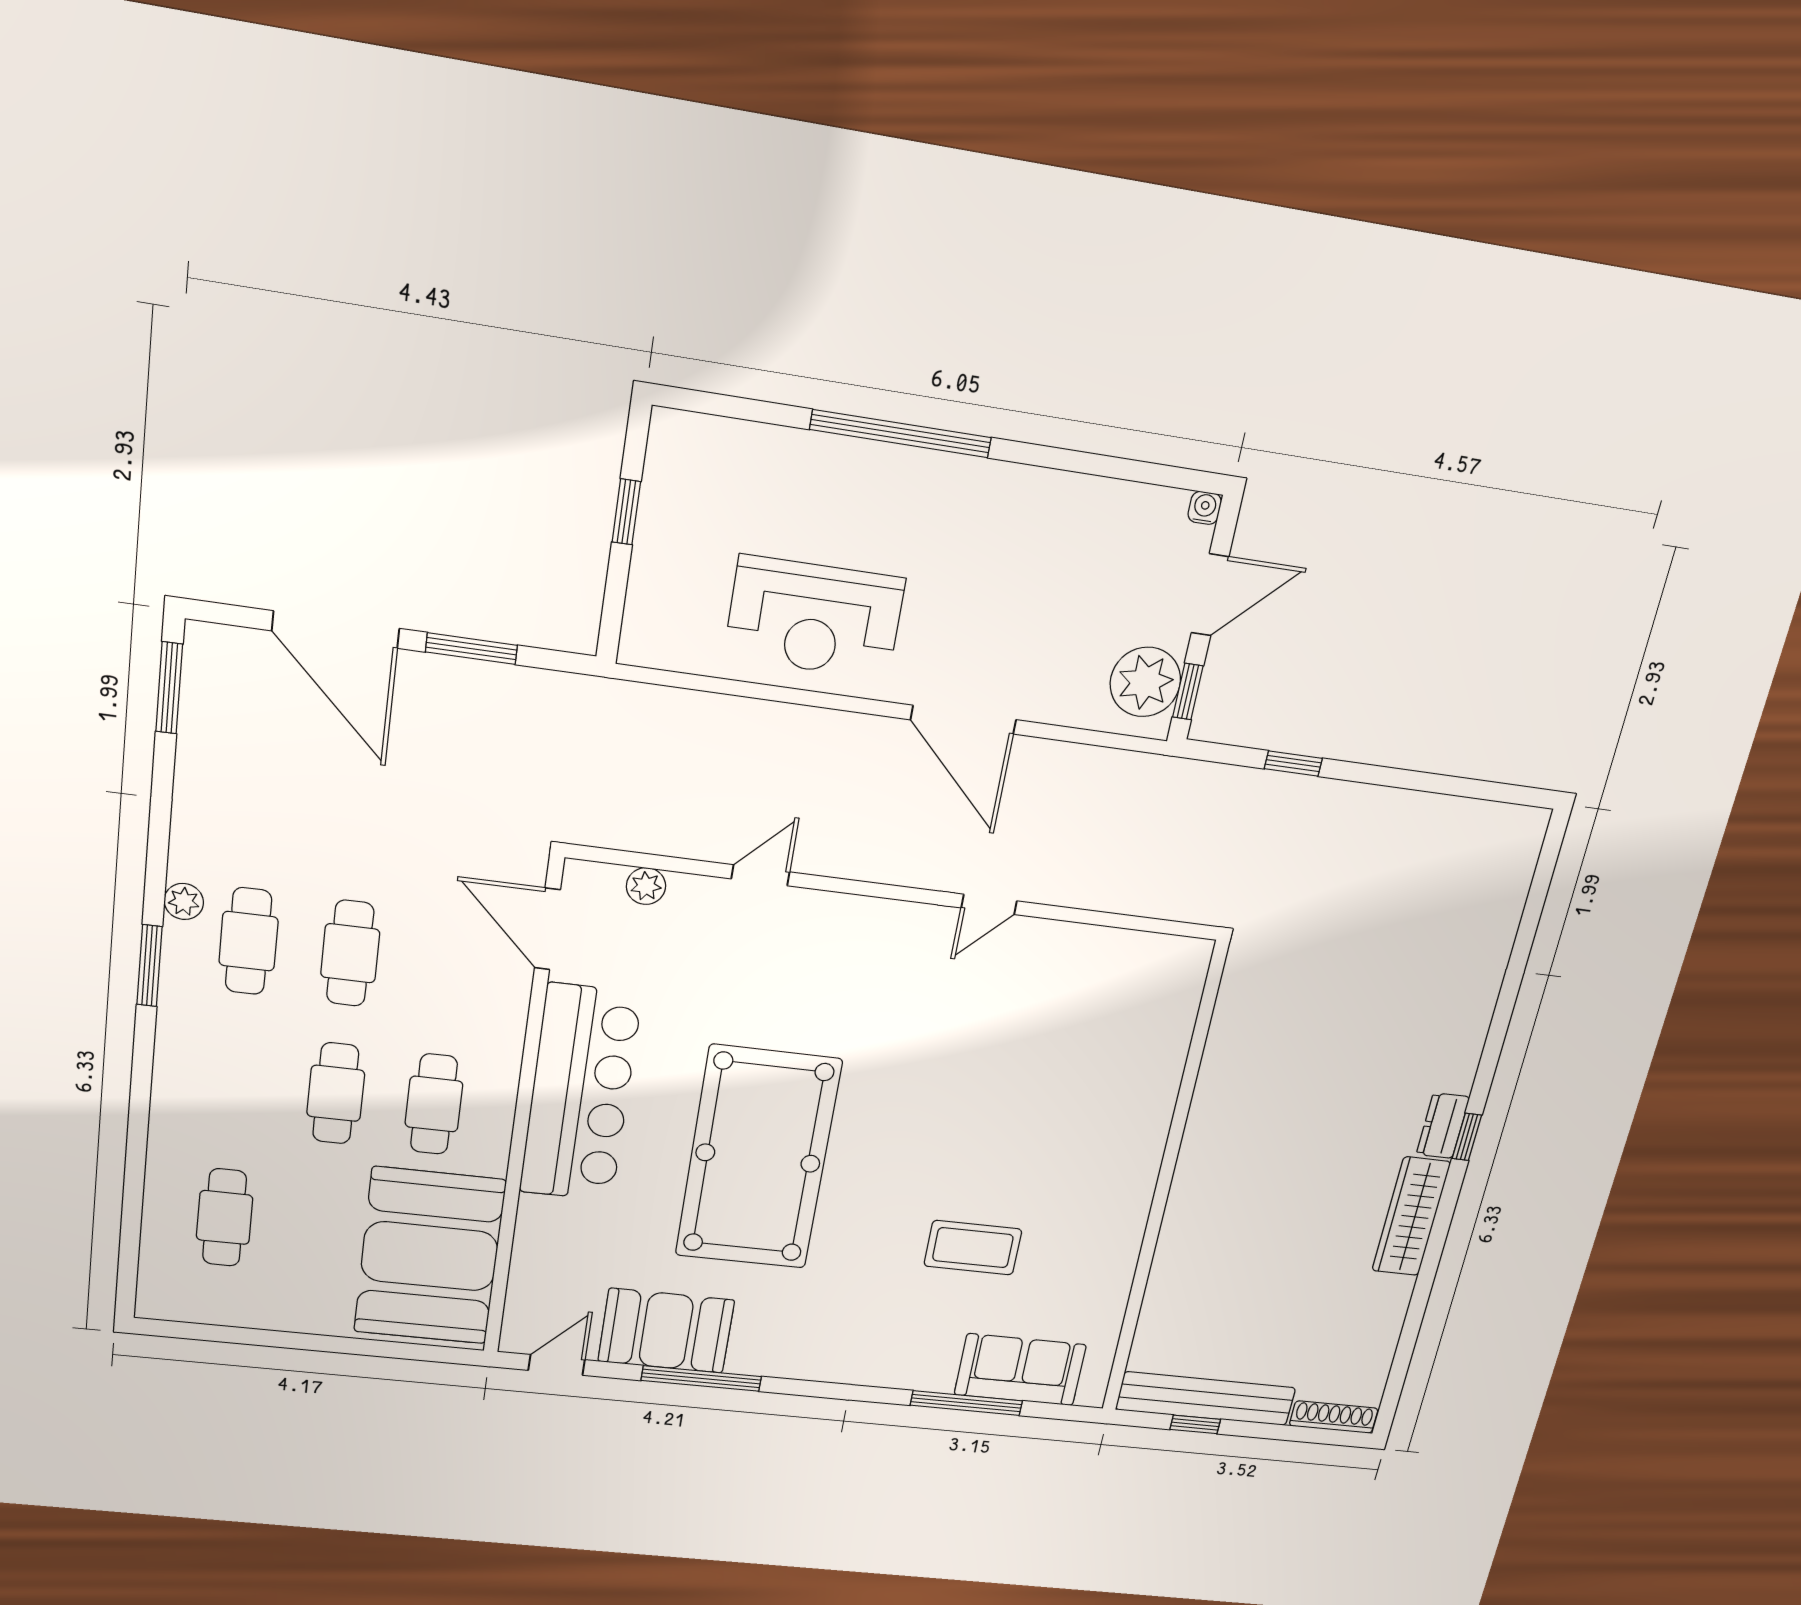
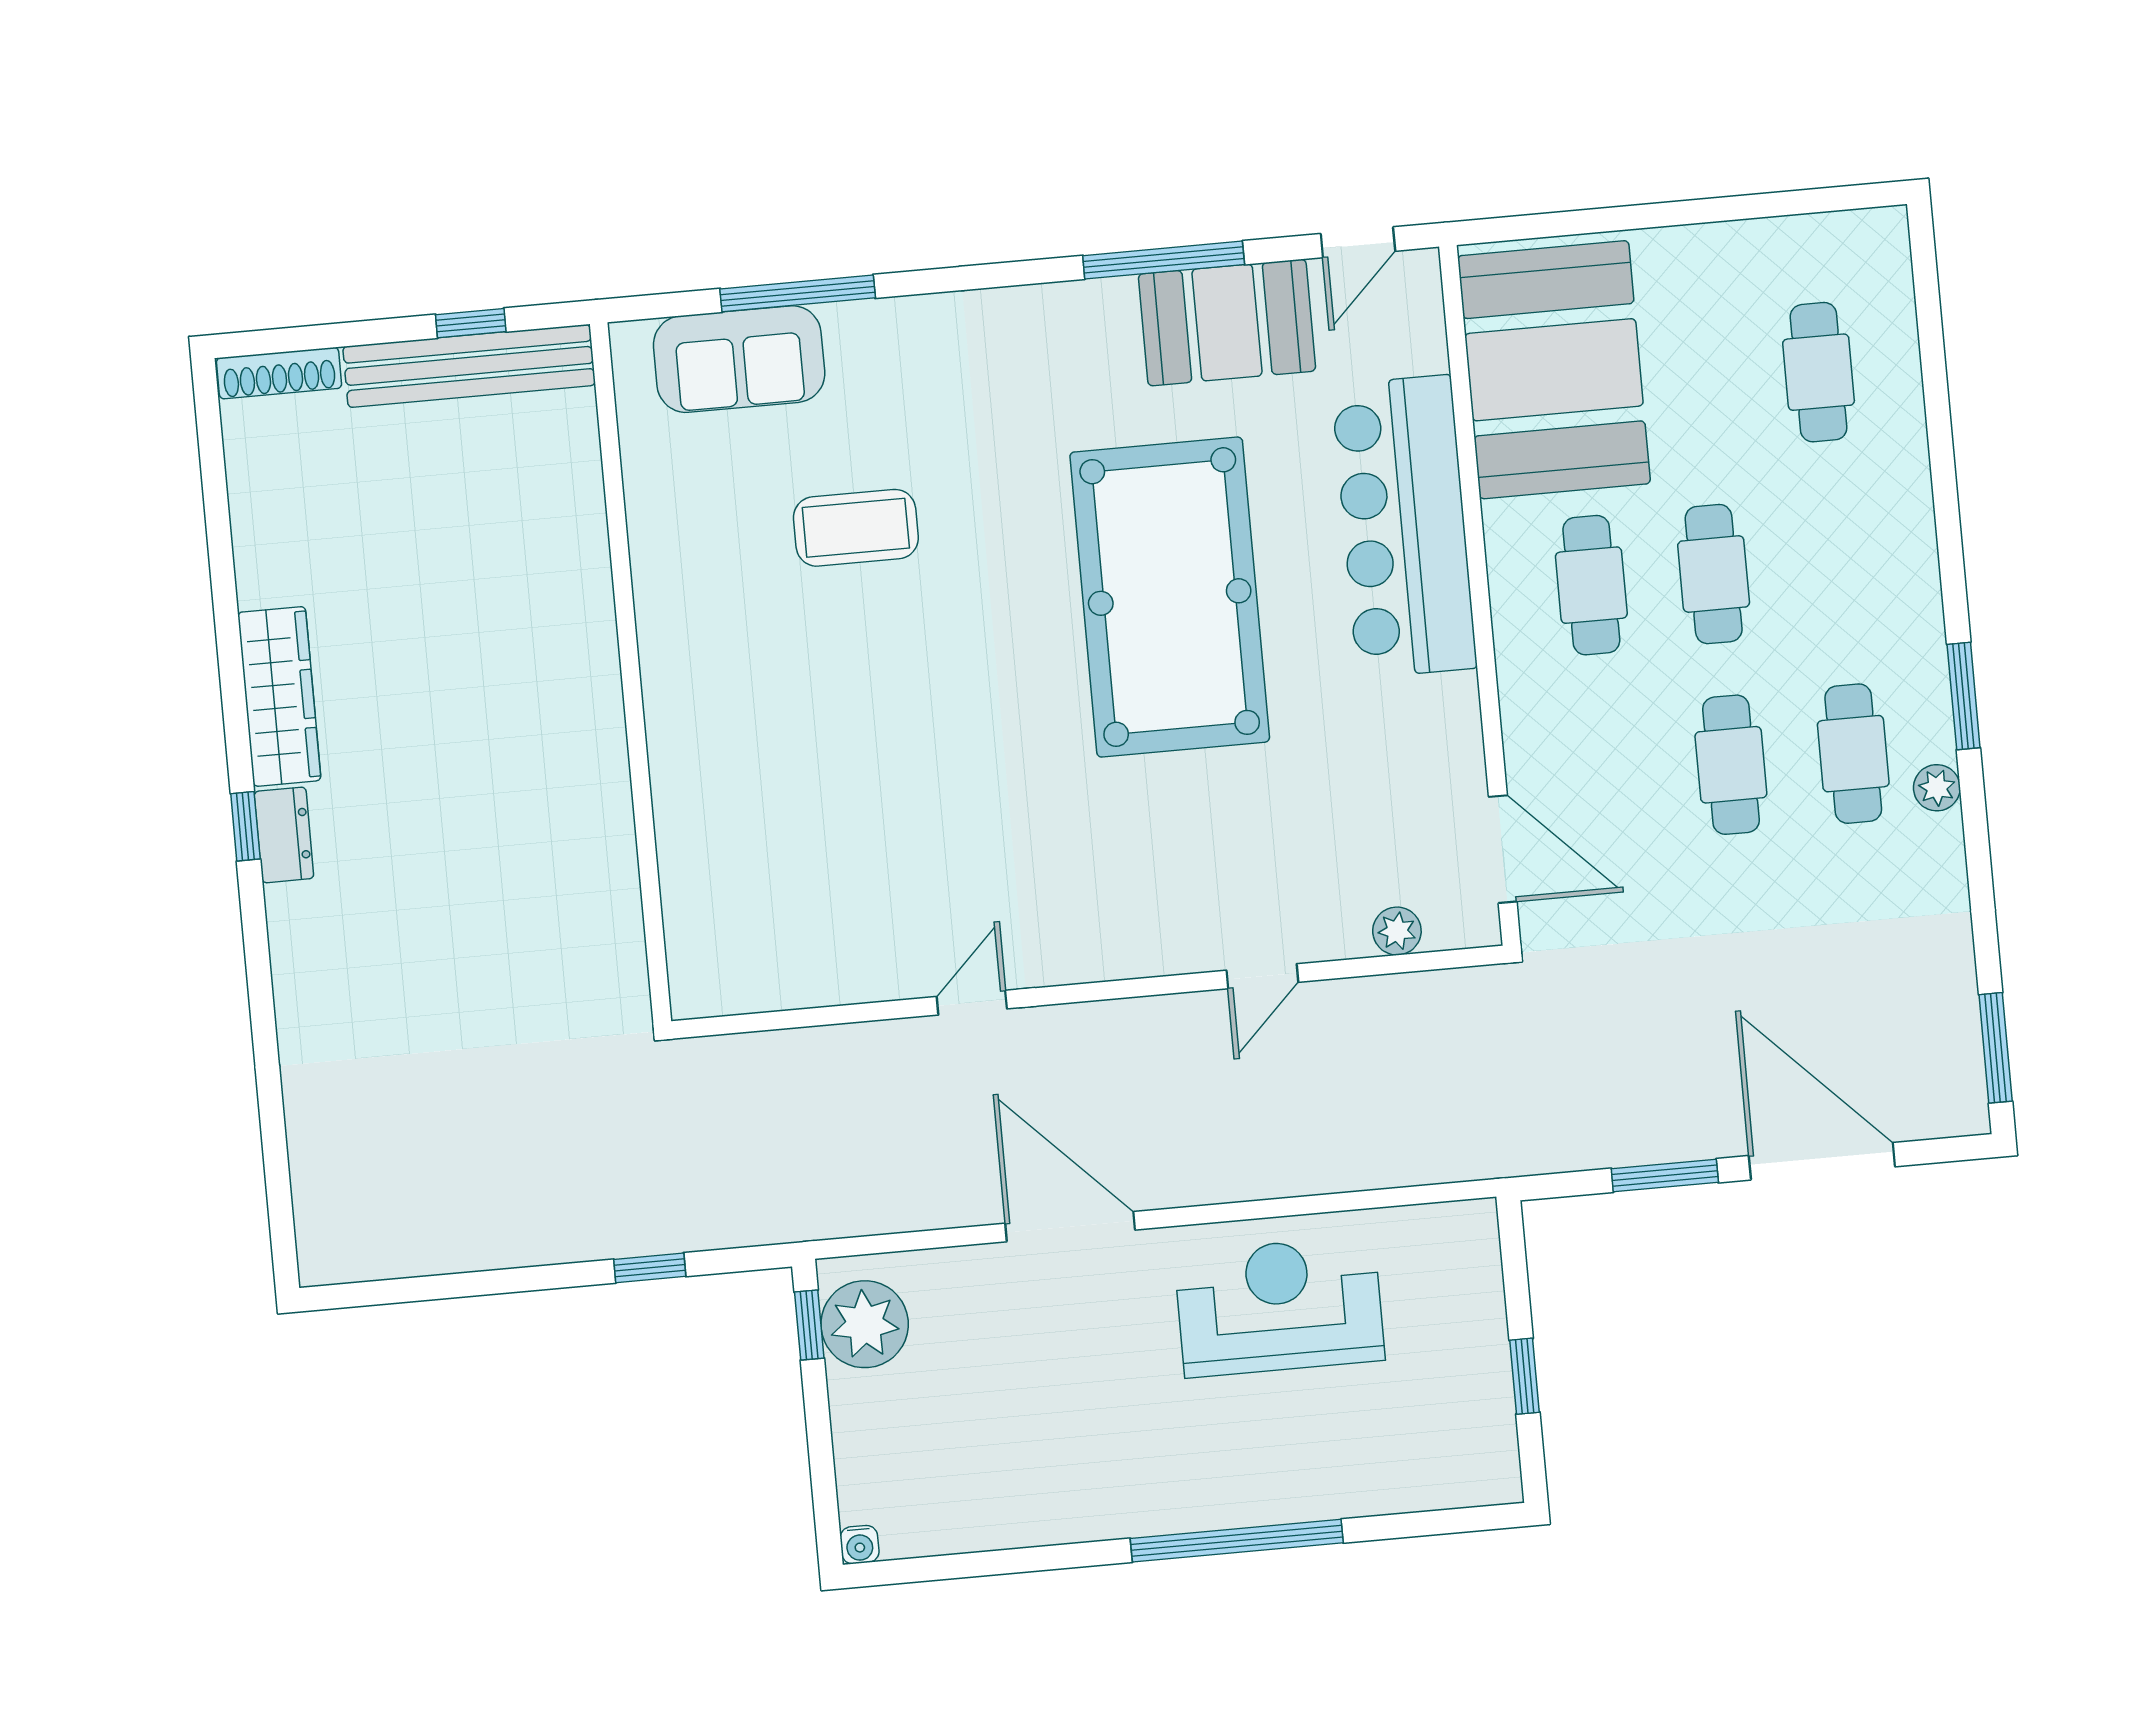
door: (1210, 595) -> (820, 1446), removed
bar counter: (580, 1093) -> (1404, 527), moved

